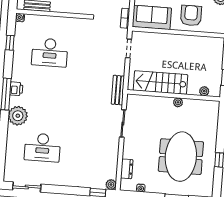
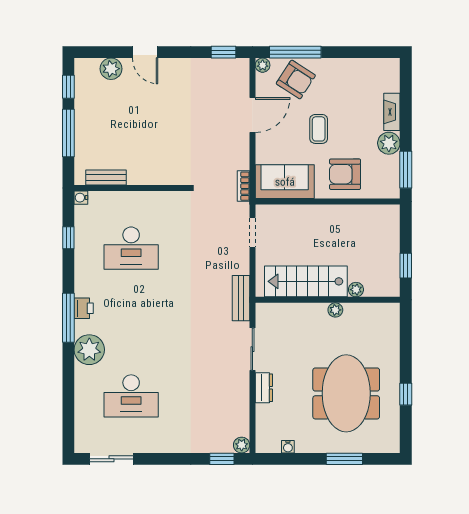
armchair: (191, 16) -> (345, 174), turned -90
plant: (204, 91) -> (356, 290), moved
dresser: (127, 169) -> (264, 388), moved

